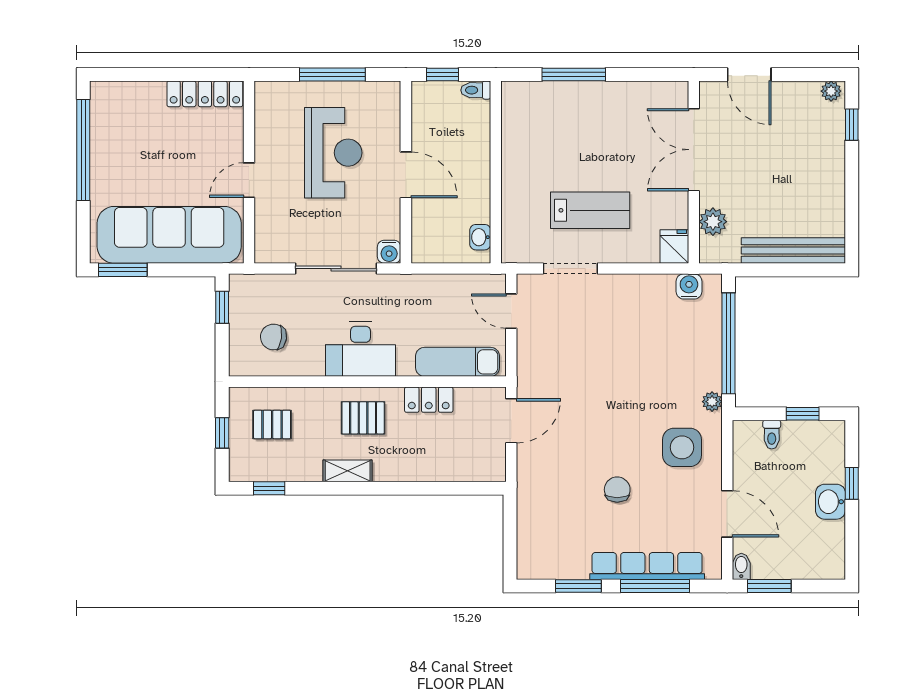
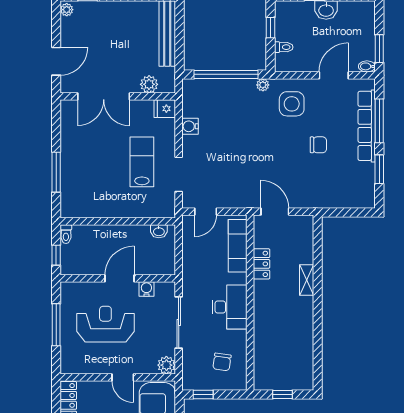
plant: (268, 249) -> (166, 365), added
water cooler: (389, 252) -> (146, 289), moved, turned -90
water cooler: (689, 286) -> (190, 126), moved
pallet: (363, 418) -> (273, 305), removed
pallet: (272, 424) -> (277, 363), removed
shelving: (348, 471) -> (307, 280), moved
window: (269, 488) -> (318, 365), removed
chair: (617, 490) -> (318, 145), turned 180

